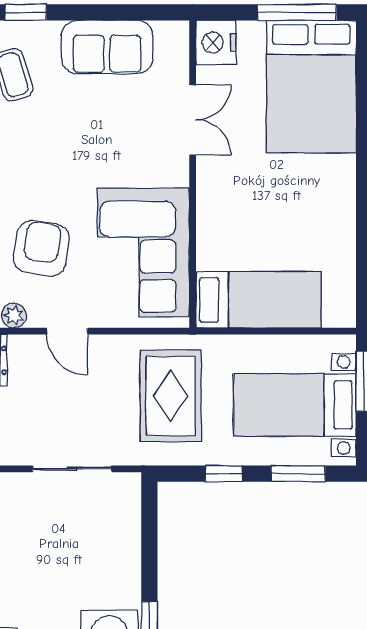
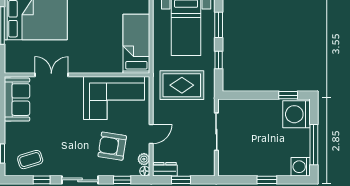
nightstand: (216, 43) -> (15, 64), removed
sofa: (107, 47) -> (17, 100), moved

